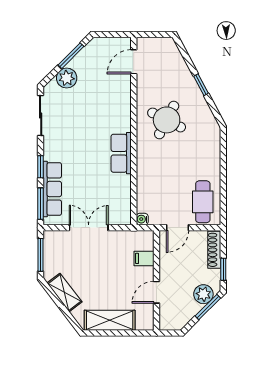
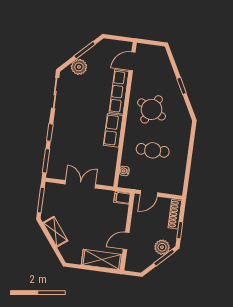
row of seats: (52, 189) -> (119, 92), moved, turned 180
cafe table: (203, 202) -> (153, 150), moved, turned 90
water cooler: (142, 219) -> (124, 171), moved
filing cabinet: (144, 258) -> (122, 198), moved
shelving: (110, 320) -> (102, 260), moved

